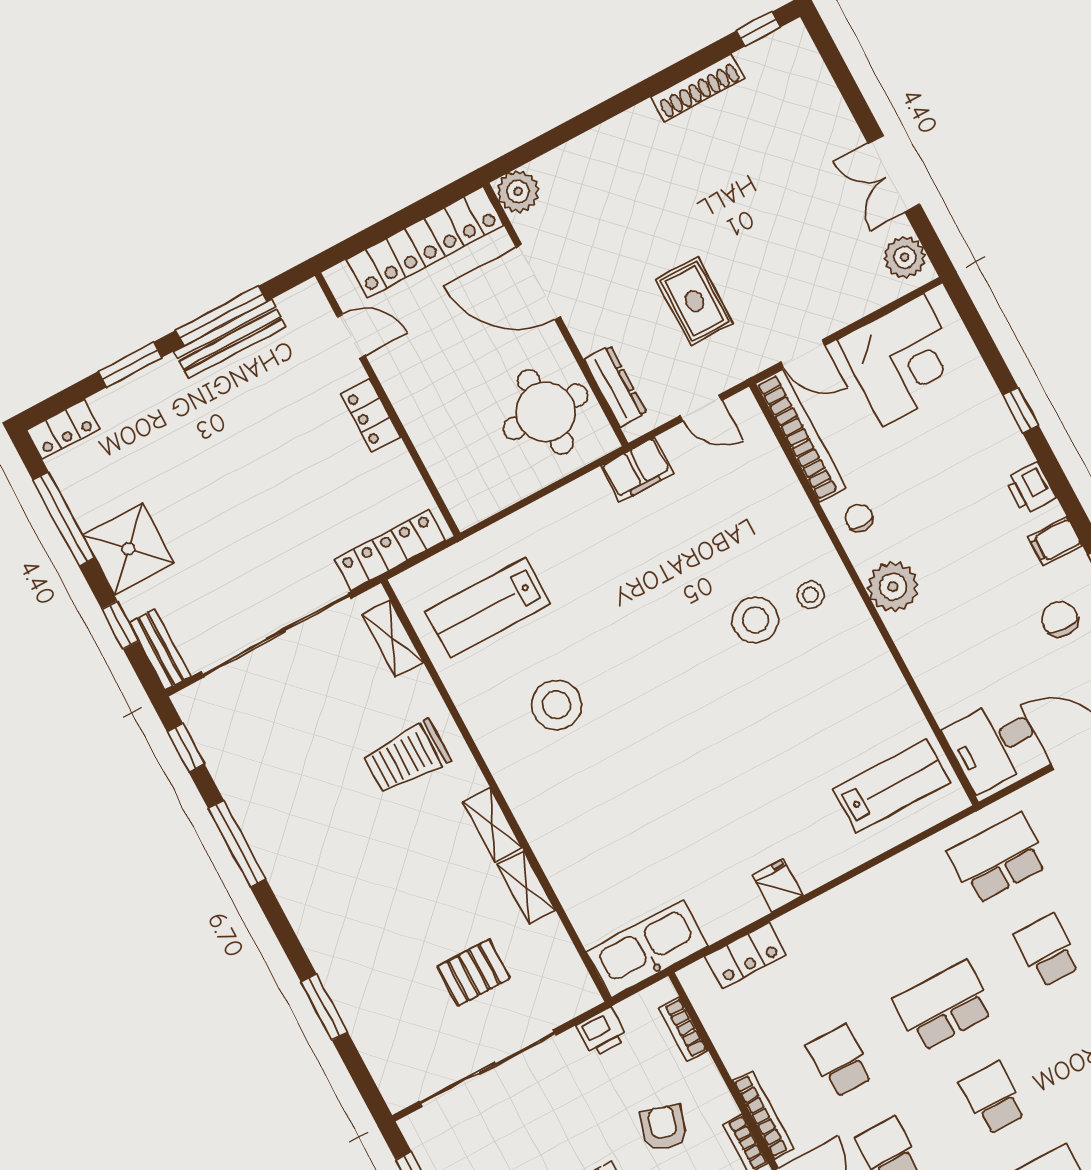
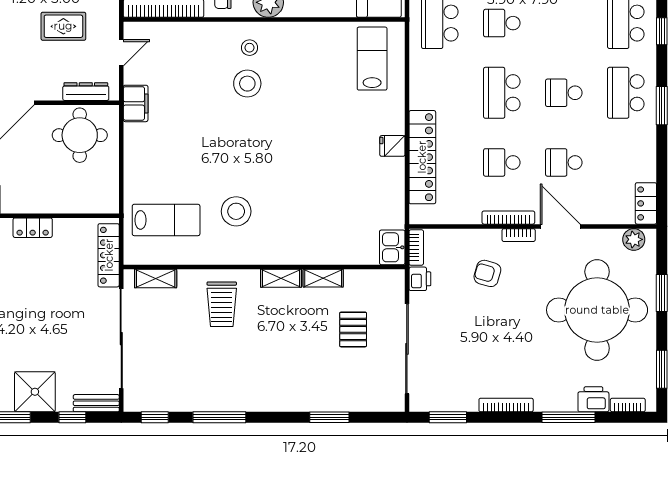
lab bench: (488, 608) -> (166, 220), turned -90
kitchen sink: (647, 949) -> (392, 247), width x0.53, depth x0.81
locker: (746, 955) -> (422, 157), width x2.16, depth x1.21
bookcase: (683, 1029) -> (416, 247), moved, turned -90

